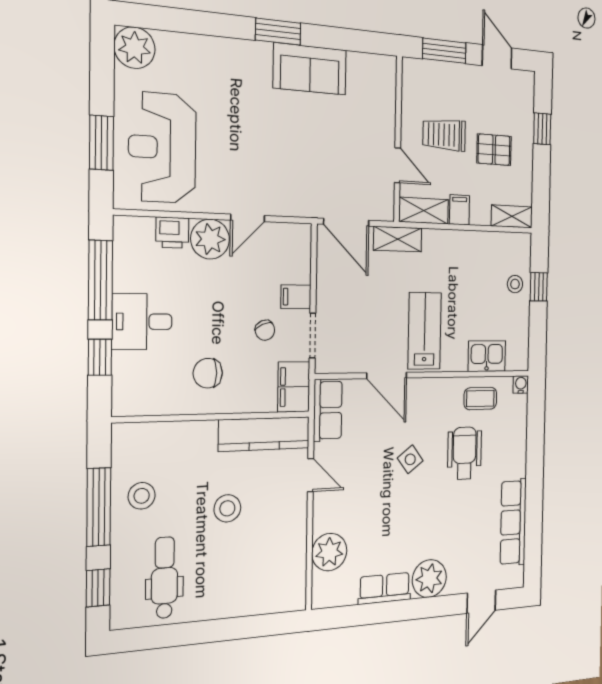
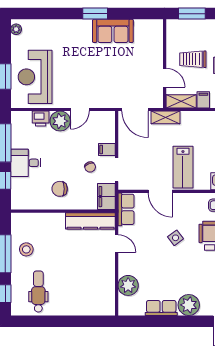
plant: (135, 48) -> (16, 29), width x0.53, depth x0.53
lab bench: (425, 331) -> (183, 167), turned 180
stool: (227, 508) -> (71, 258), removed

